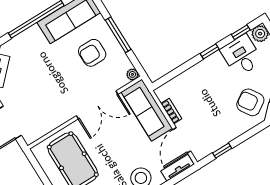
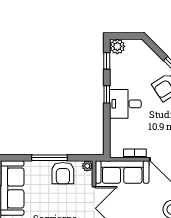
armchair: (92, 53) -> (63, 173), moved
desk: (241, 56) -> (125, 104), moved

